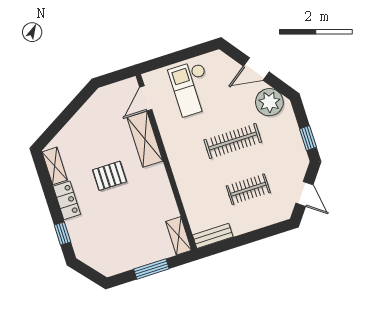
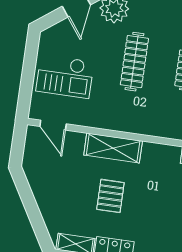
shelving: (145, 139) -> (113, 148), moved

